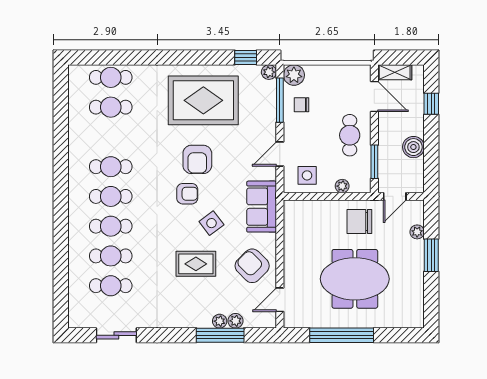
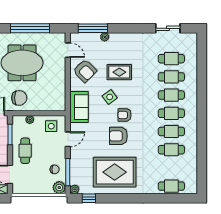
cafe table: (111, 107) -> (171, 150), moved
armchair: (197, 159) -> (118, 136), turned -90
door: (280, 300) -> (68, 50), hinge flipped
plant: (235, 321) -> (95, 37), removed
window: (220, 335) -> (93, 28), moved

